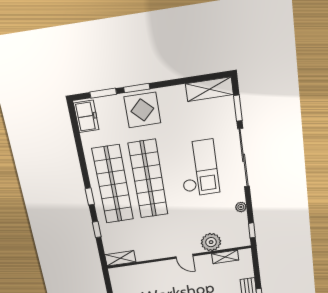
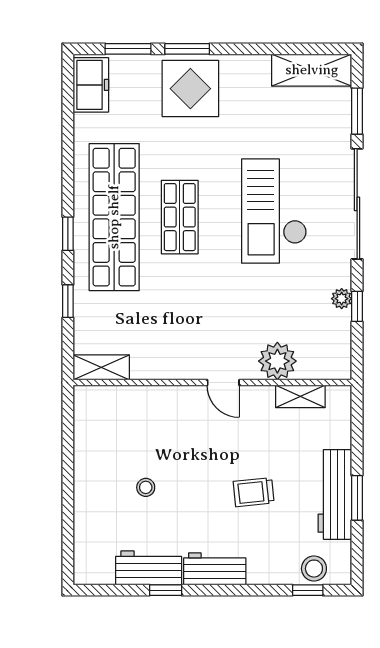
checkout: (199, 168) -> (274, 211), turned 180
shop shelf: (148, 179) -> (180, 217), width x0.50, depth x0.74
window: (252, 230) -> (357, 306), moved

